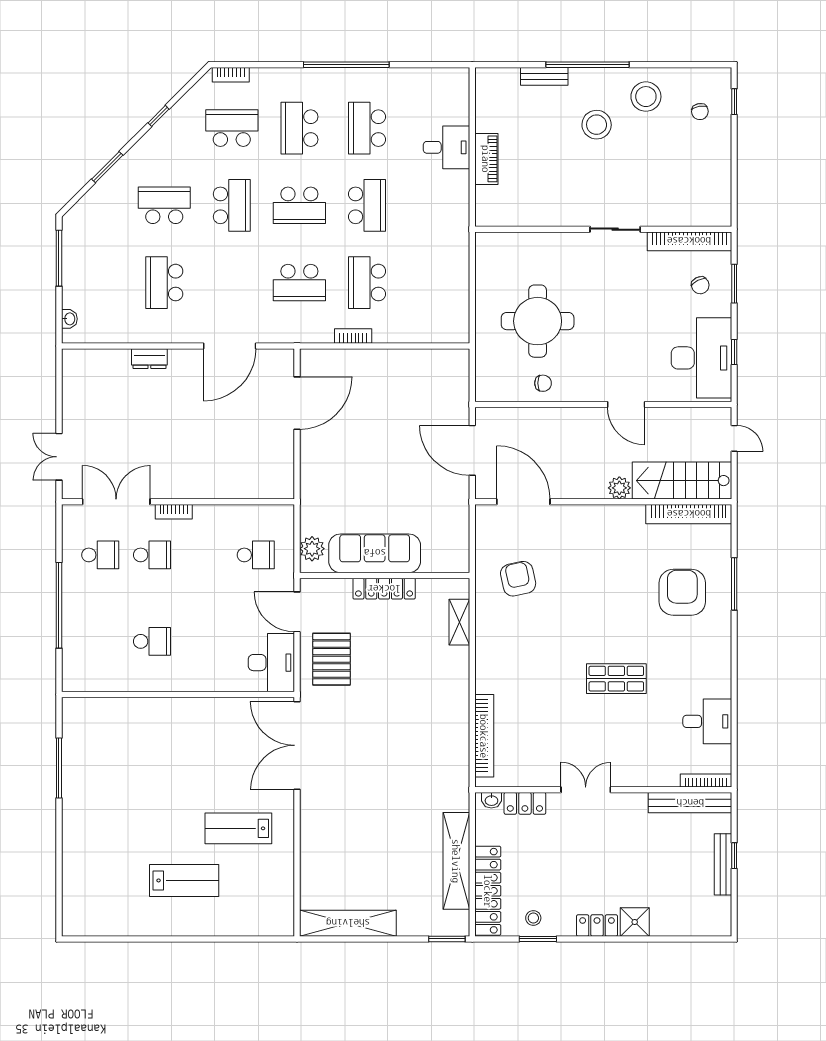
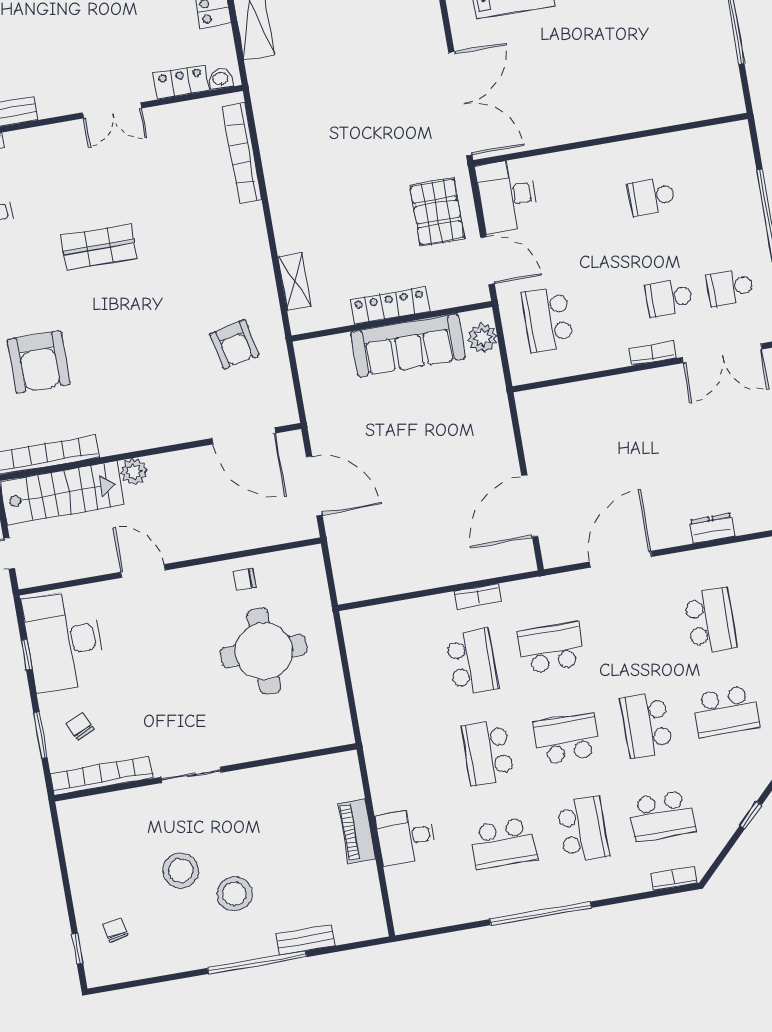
stool: (646, 97) -> (181, 870), moved
school desk: (367, 128) -> (503, 843), turned 90
school desk: (256, 555) -> (547, 319), width x1.85

